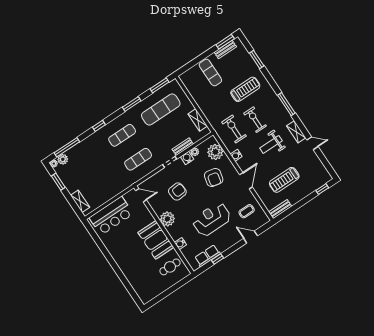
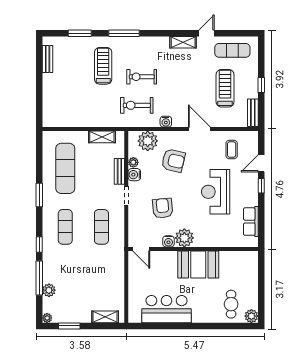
window: (225, 42) -> (39, 54), removed
exercise mat: (210, 72) -> (232, 50), moved
window: (160, 85) -> (39, 153), removed
window: (286, 104) -> (124, 33), moved
weight bench: (271, 144) -> (179, 77), removed
window: (67, 147) -> (39, 278), moved
plant: (63, 159) -> (49, 290), moved
treadmill: (284, 180) -> (225, 88), turned 180
window: (322, 189) -> (261, 85), moved
door: (141, 195) -> (141, 249), swing flipped
bar counter: (111, 216) -> (167, 309), moved, turned -90
water cooler: (180, 244) -> (168, 241), moved
window: (217, 259) -> (261, 186), moved
cafe table: (170, 267) -> (231, 304), moved
plant: (145, 298) -> (251, 316), added

